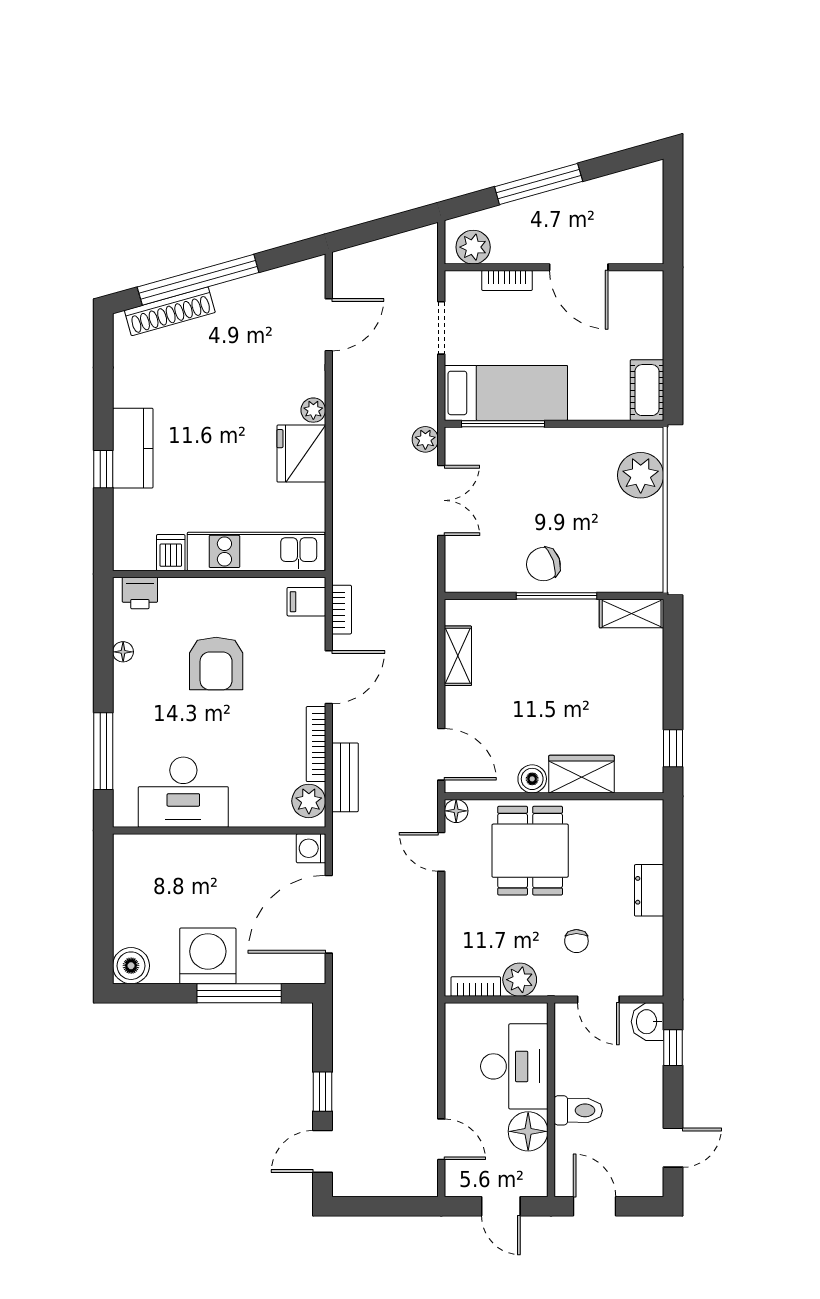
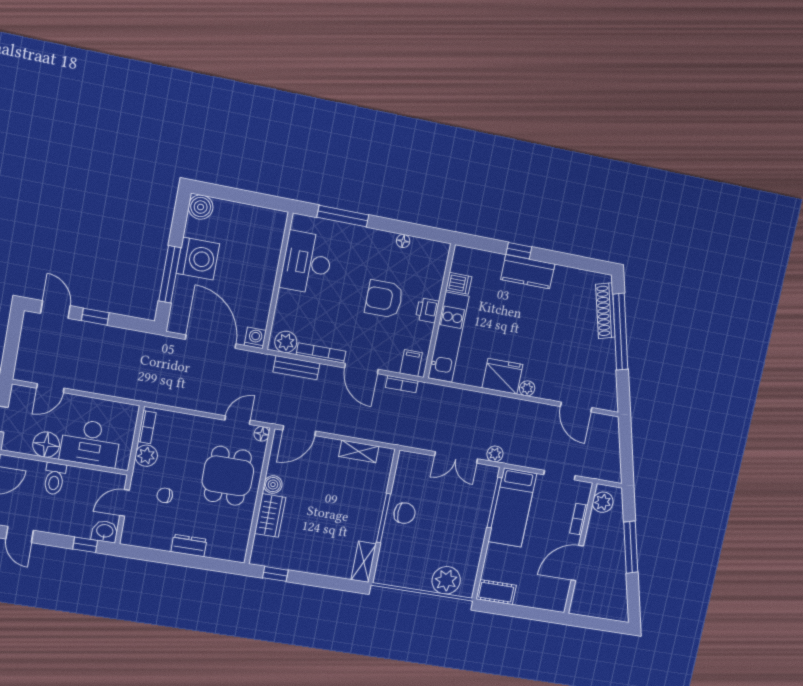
chair: (543, 564) -> (404, 513), turned 109
printer: (140, 593) -> (427, 310), moved
dining table: (530, 851) -> (228, 476), turned 90

